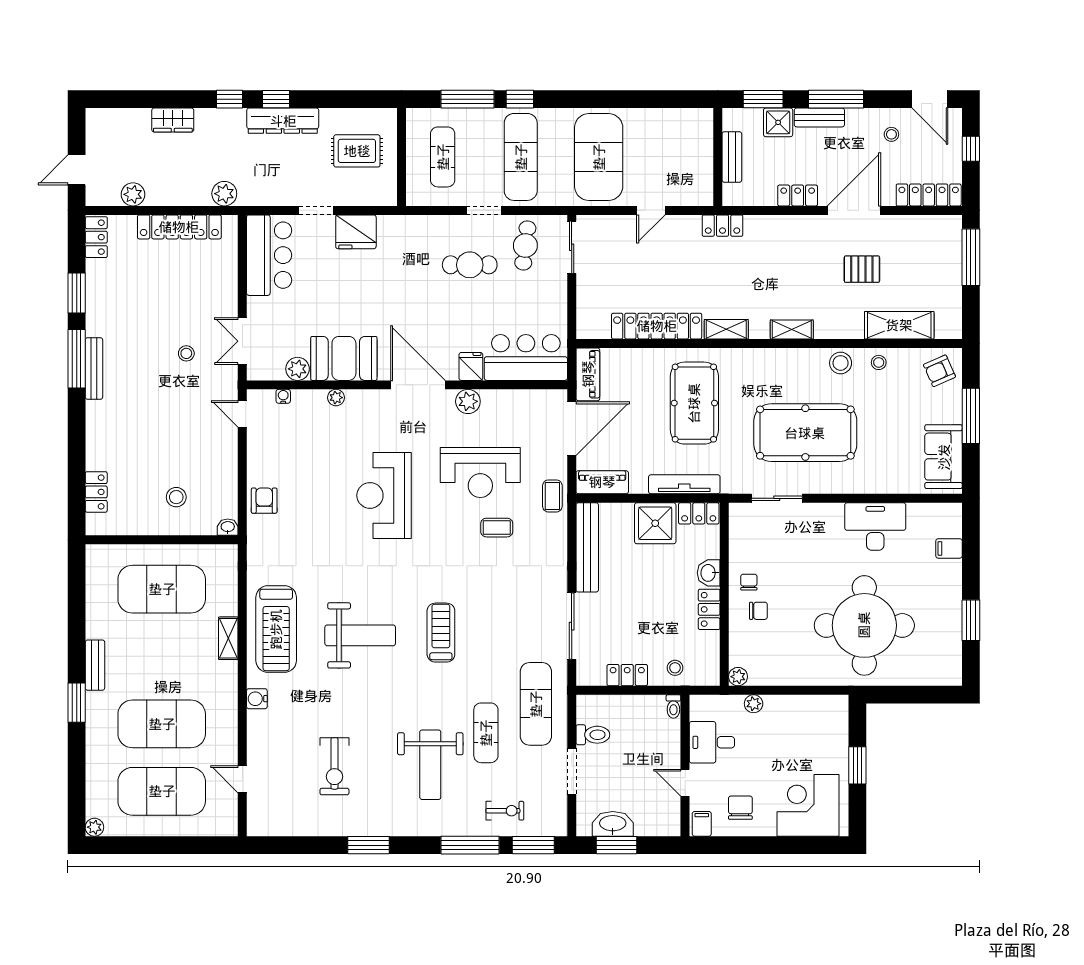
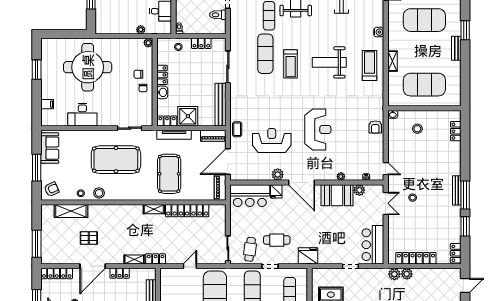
plant: (133, 194) -> (407, 274), moved
fridge: (356, 232) -> (308, 256), moved
shelving: (792, 329) -> (134, 259), moved
coffee table: (497, 528) -> (264, 114), removed
treadmill: (276, 629) -> (370, 65), width x0.73, depth x0.73
exercise mat: (536, 704) -> (265, 54), moved

